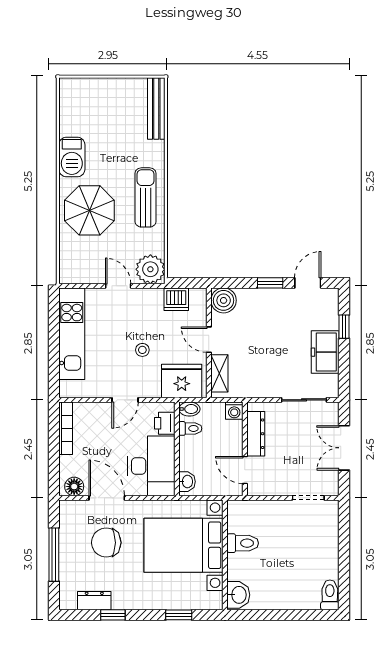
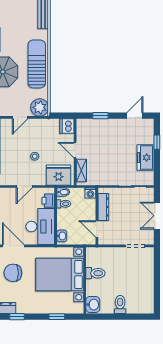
sun lounger: (145, 197) -> (37, 64), width x1.36, depth x1.34
window: (270, 283) -> (100, 116), moved
door: (118, 286) -> (20, 117), swing flipped
dishwasher: (176, 299) -> (67, 126), moved, turned 90
boiler: (224, 300) -> (84, 126), removed
toilet: (330, 595) -> (120, 305), moved

